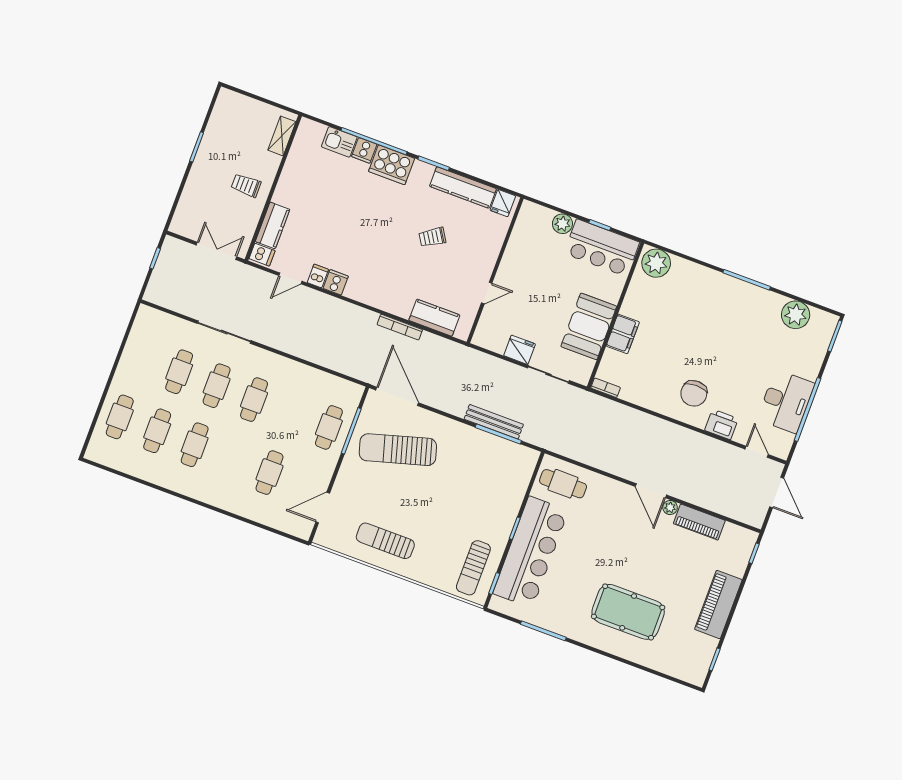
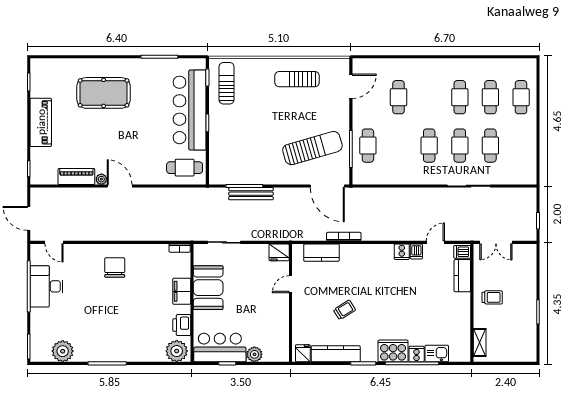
fridge: (520, 350) -> (279, 252), moved
printer: (721, 424) -> (182, 325), moved, turned 90
sun lounger: (385, 541) -> (297, 79), turned 180

